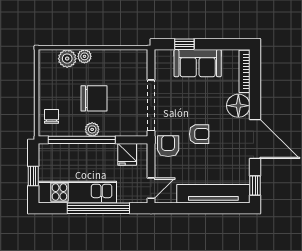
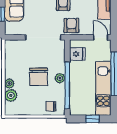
chair: (94, 98) -> (38, 77), turned 180
armchair: (168, 146) -> (71, 25), turned 90

